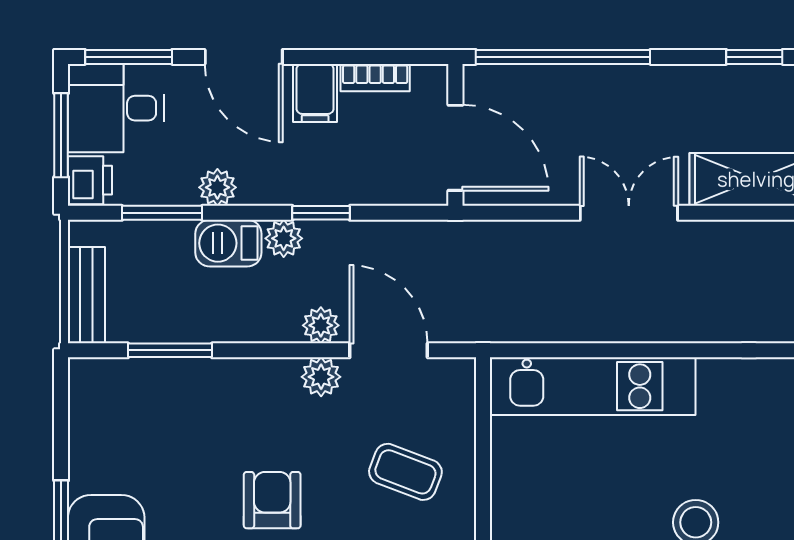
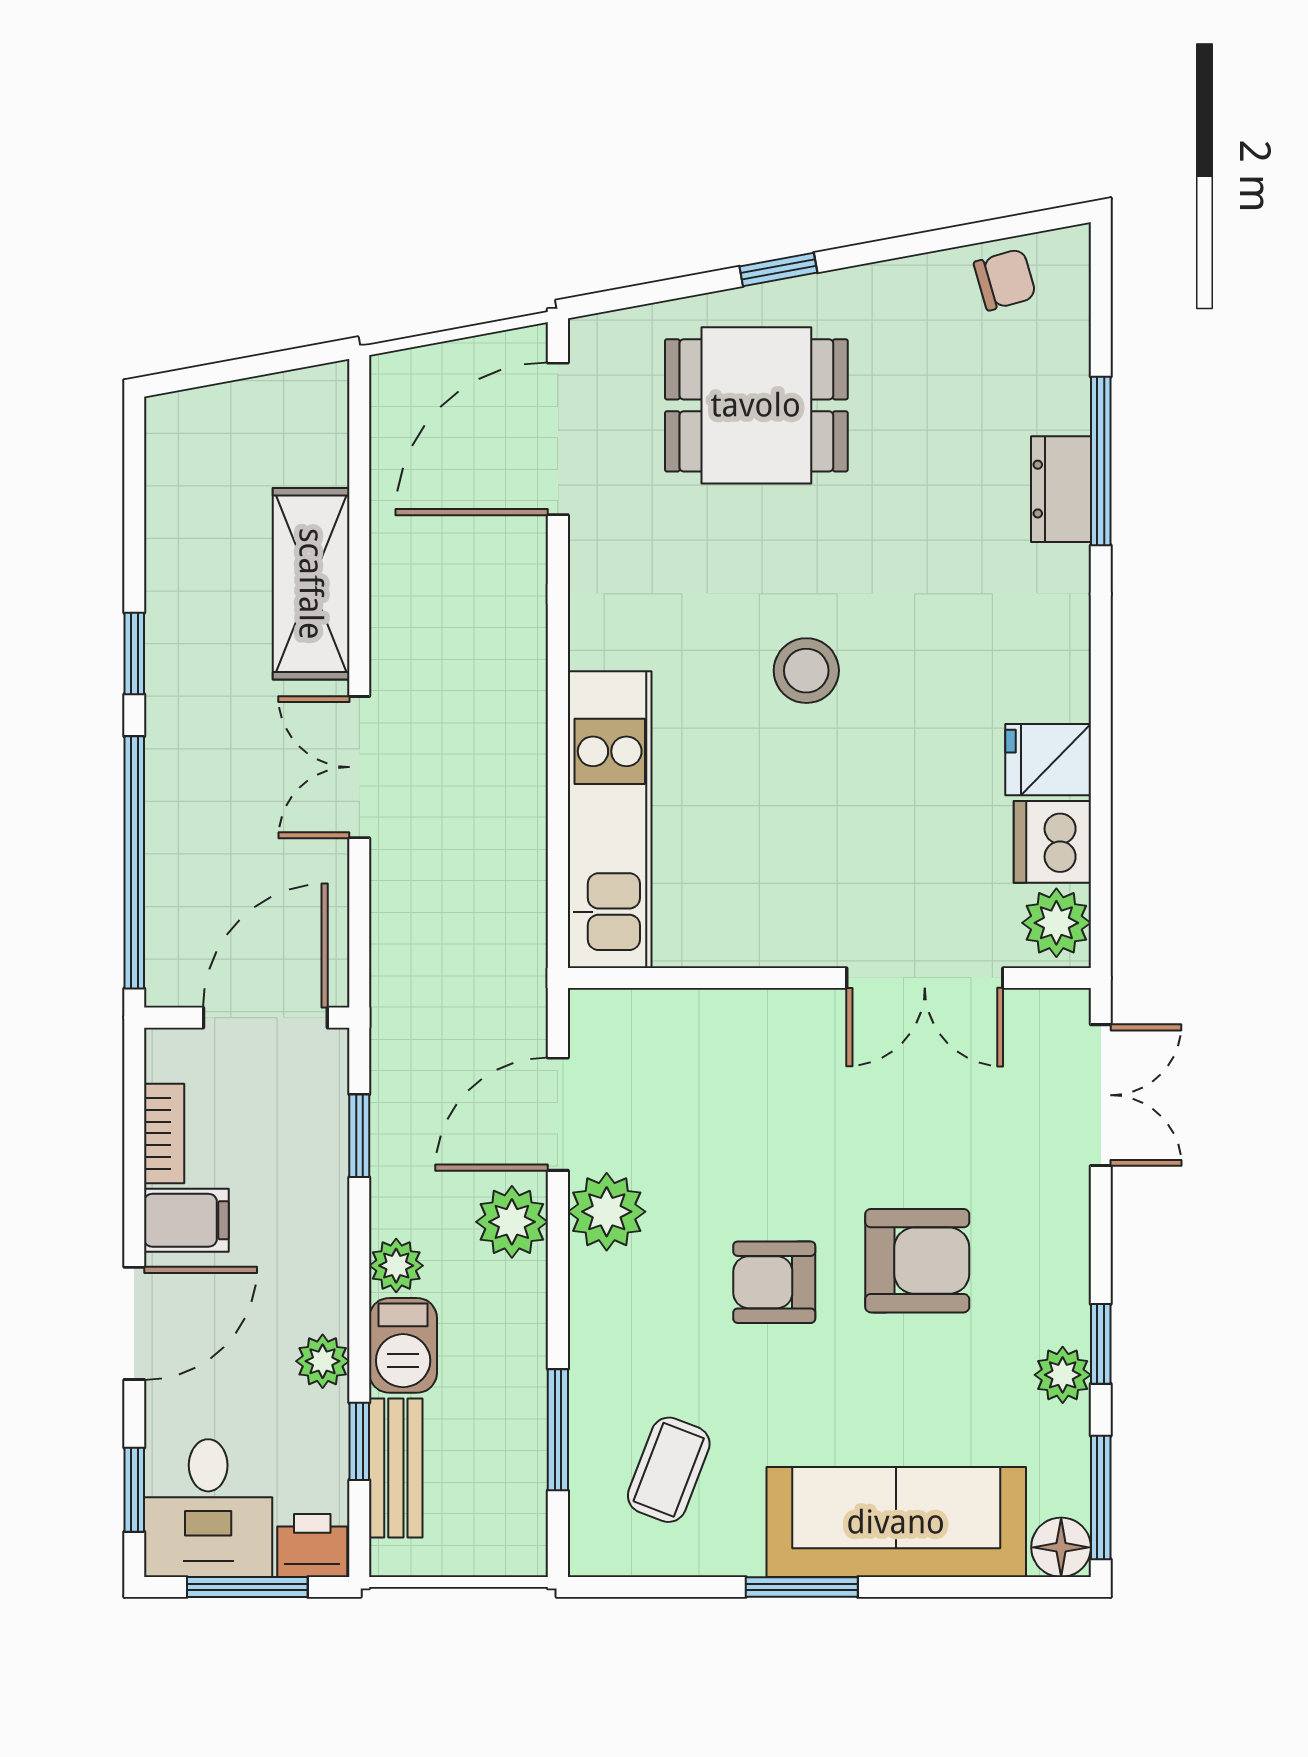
window: (129, 57) -> (134, 1490), width x0.67
window: (754, 57) -> (134, 654), moved
window: (162, 213) -> (359, 1441), width x0.67
window: (321, 213) -> (359, 1136), moved
bench: (86, 295) -> (396, 1468), moved, turned 90
plant: (321, 325) -> (512, 1222), width x1.38, depth x1.38
plant: (321, 377) -> (607, 1212), width x1.38, depth x1.38
coffee table: (405, 472) -> (669, 1470), moved

